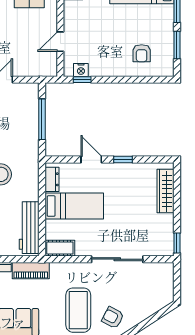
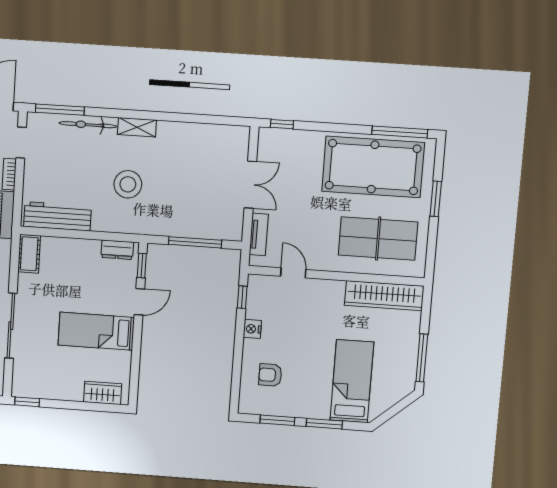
tv unit: (32, 70) -> (259, 234), added
nightstand: (81, 70) -> (252, 329), moved
window: (123, 159) -> (142, 266), moved
wardrobe: (165, 191) -> (103, 393), width x0.67
bed: (74, 206) -> (96, 331), moved, turned 90

